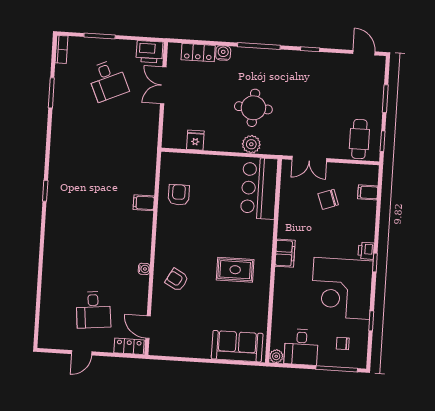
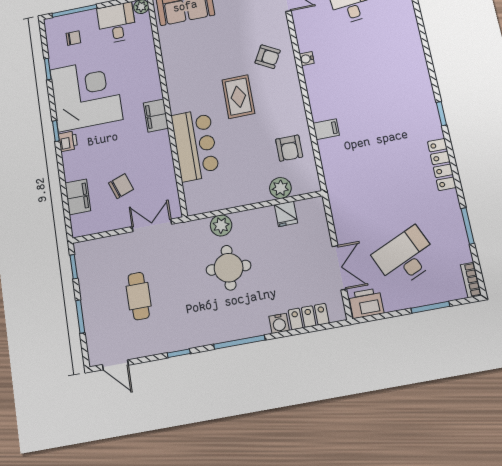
desk: (108, 80) -> (406, 257), width x1.37
cafe table: (359, 139) -> (139, 296), moved
locker: (57, 148) -> (442, 164), added
plant: (194, 163) -> (280, 188), added
bar counter: (259, 188) -> (195, 145), moved
filing cabinet: (368, 192) -> (78, 197), width x2.00
rug: (235, 270) -> (238, 97), moved, turned 90

